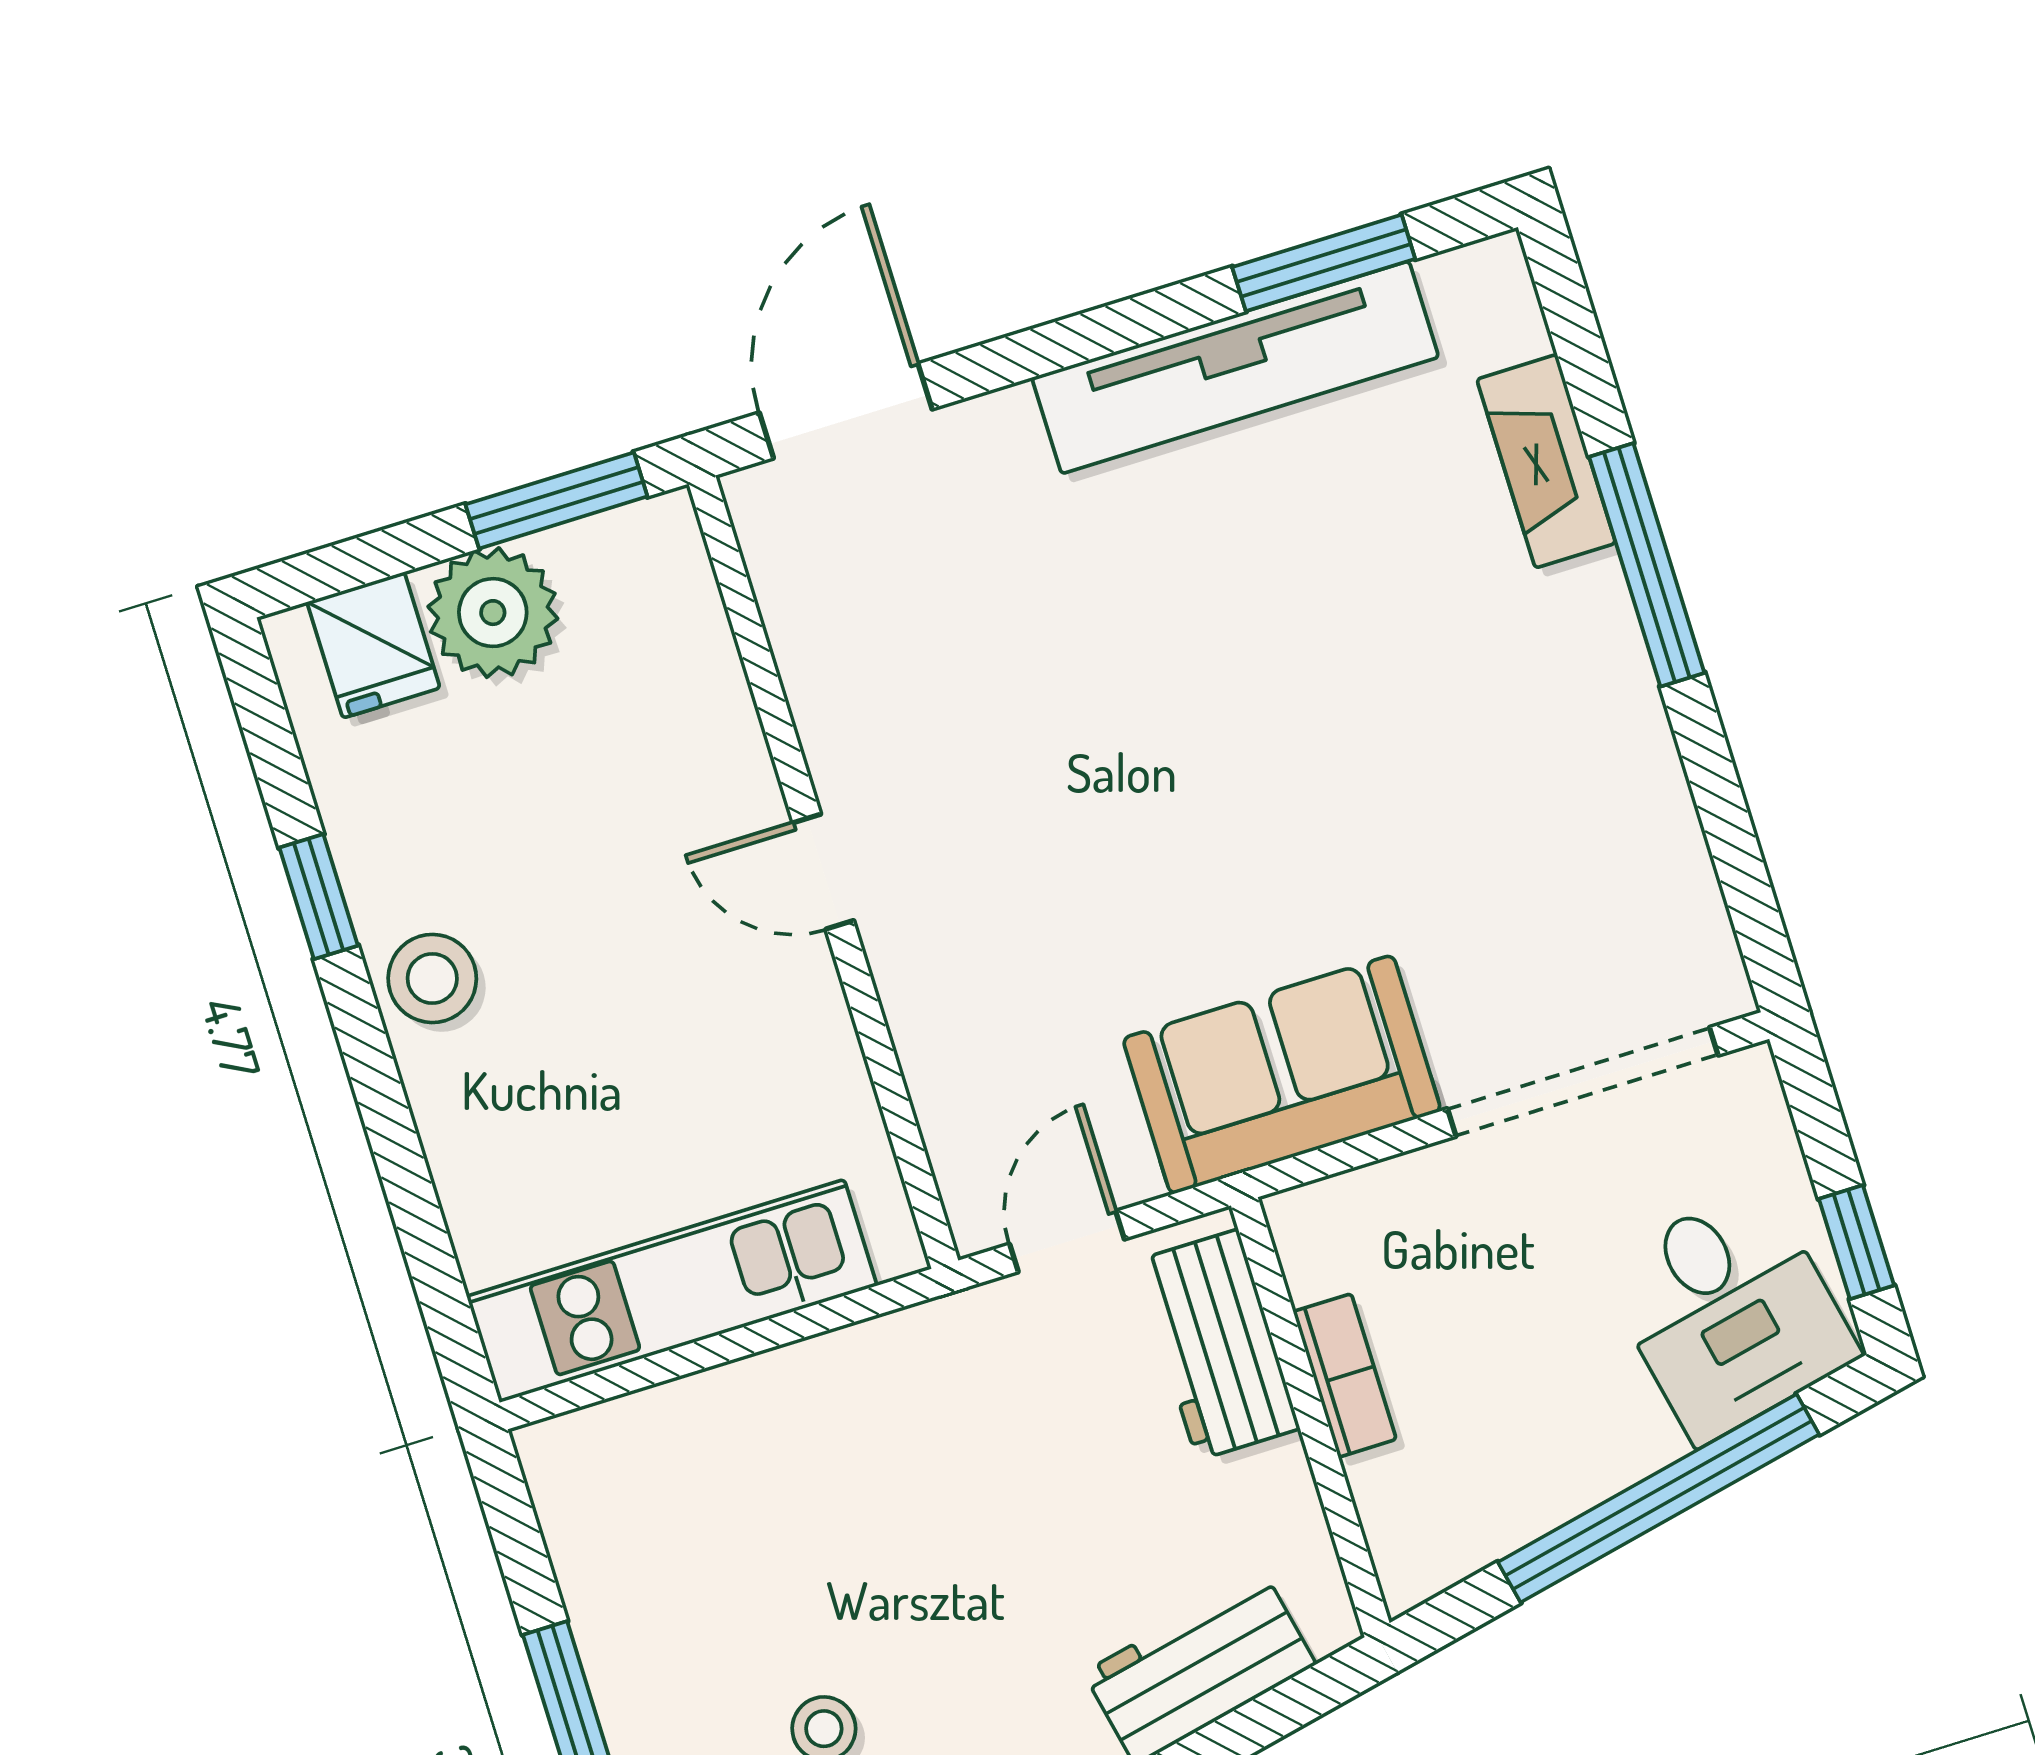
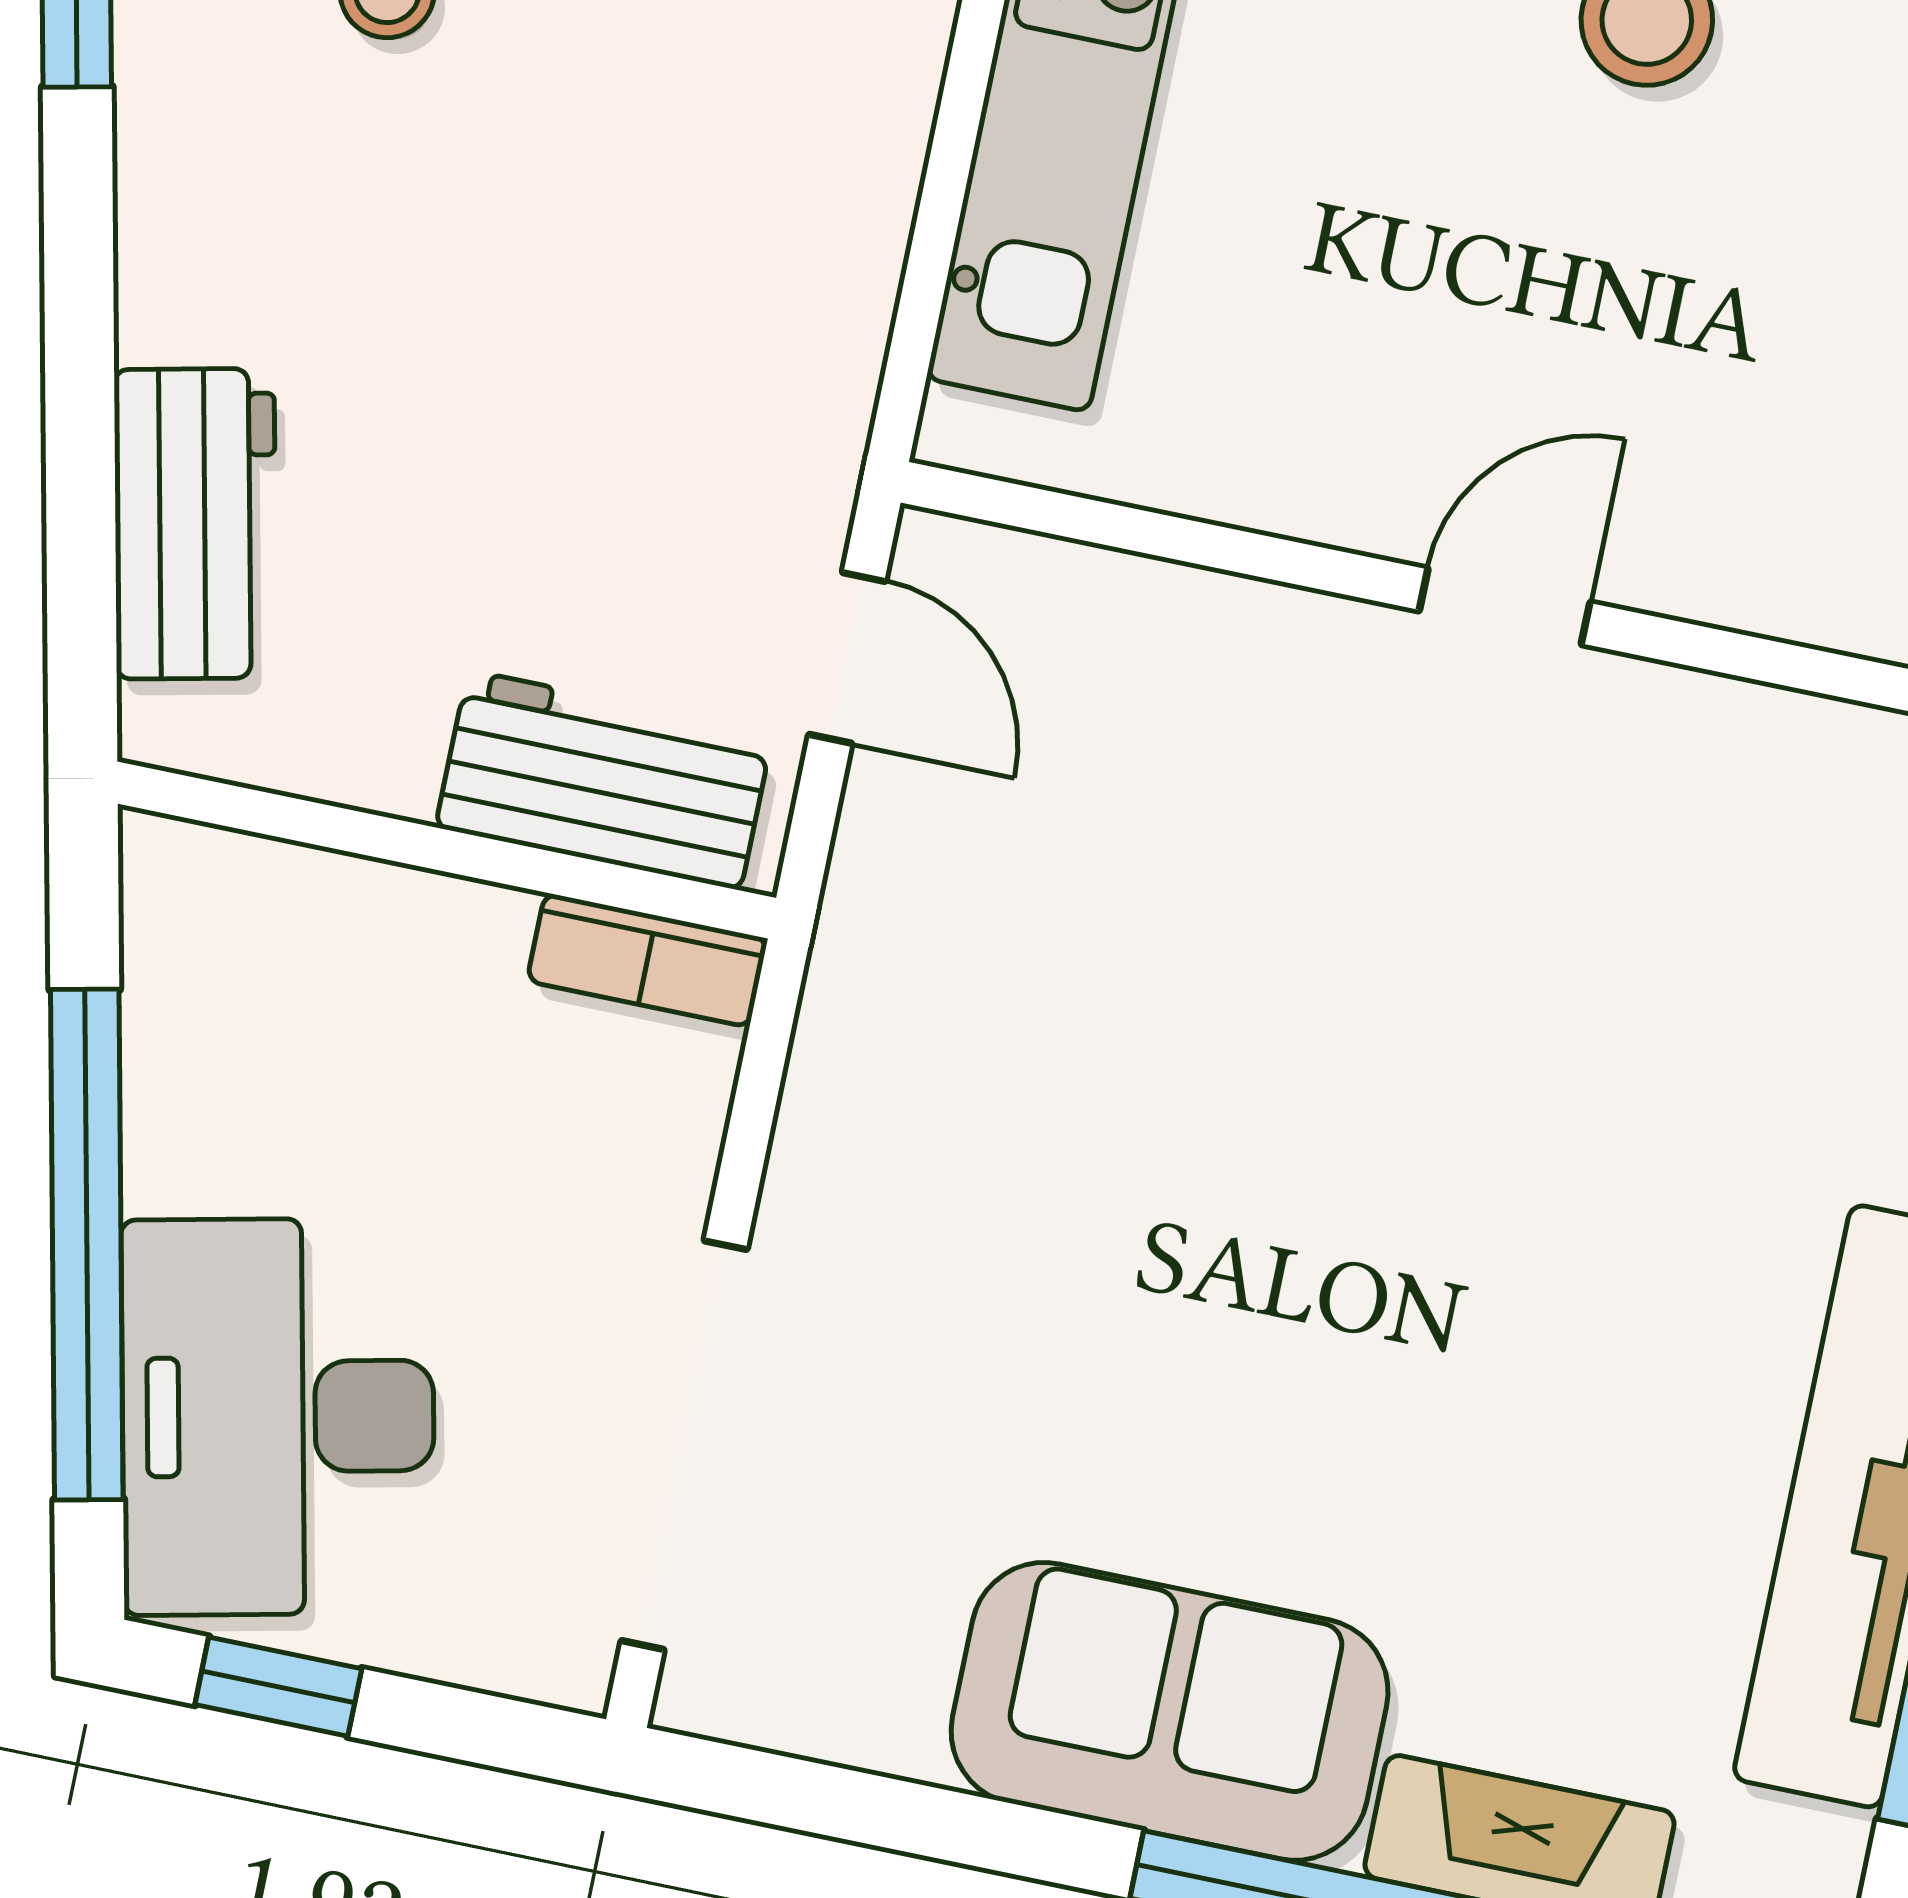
sofa: (1282, 1075) -> (1170, 1711), moved, turned -90
desk: (1729, 1312) -> (278, 1417), width x1.37
bookcase: (1345, 1375) -> (647, 960), moved

